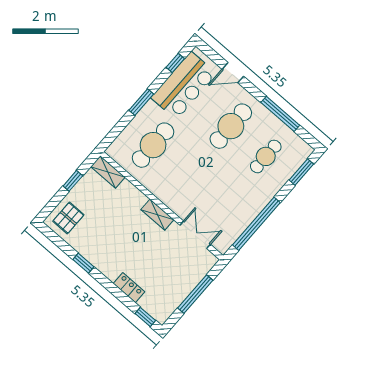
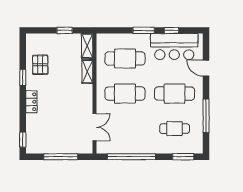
window: (175, 63) -> (171, 30), moved
cafe table: (188, 175) -> (125, 94), added
shelving: (157, 215) -> (87, 72), moved
pallet: (68, 218) -> (40, 65), moved, turned 90
locker: (129, 288) -> (31, 102), moved

